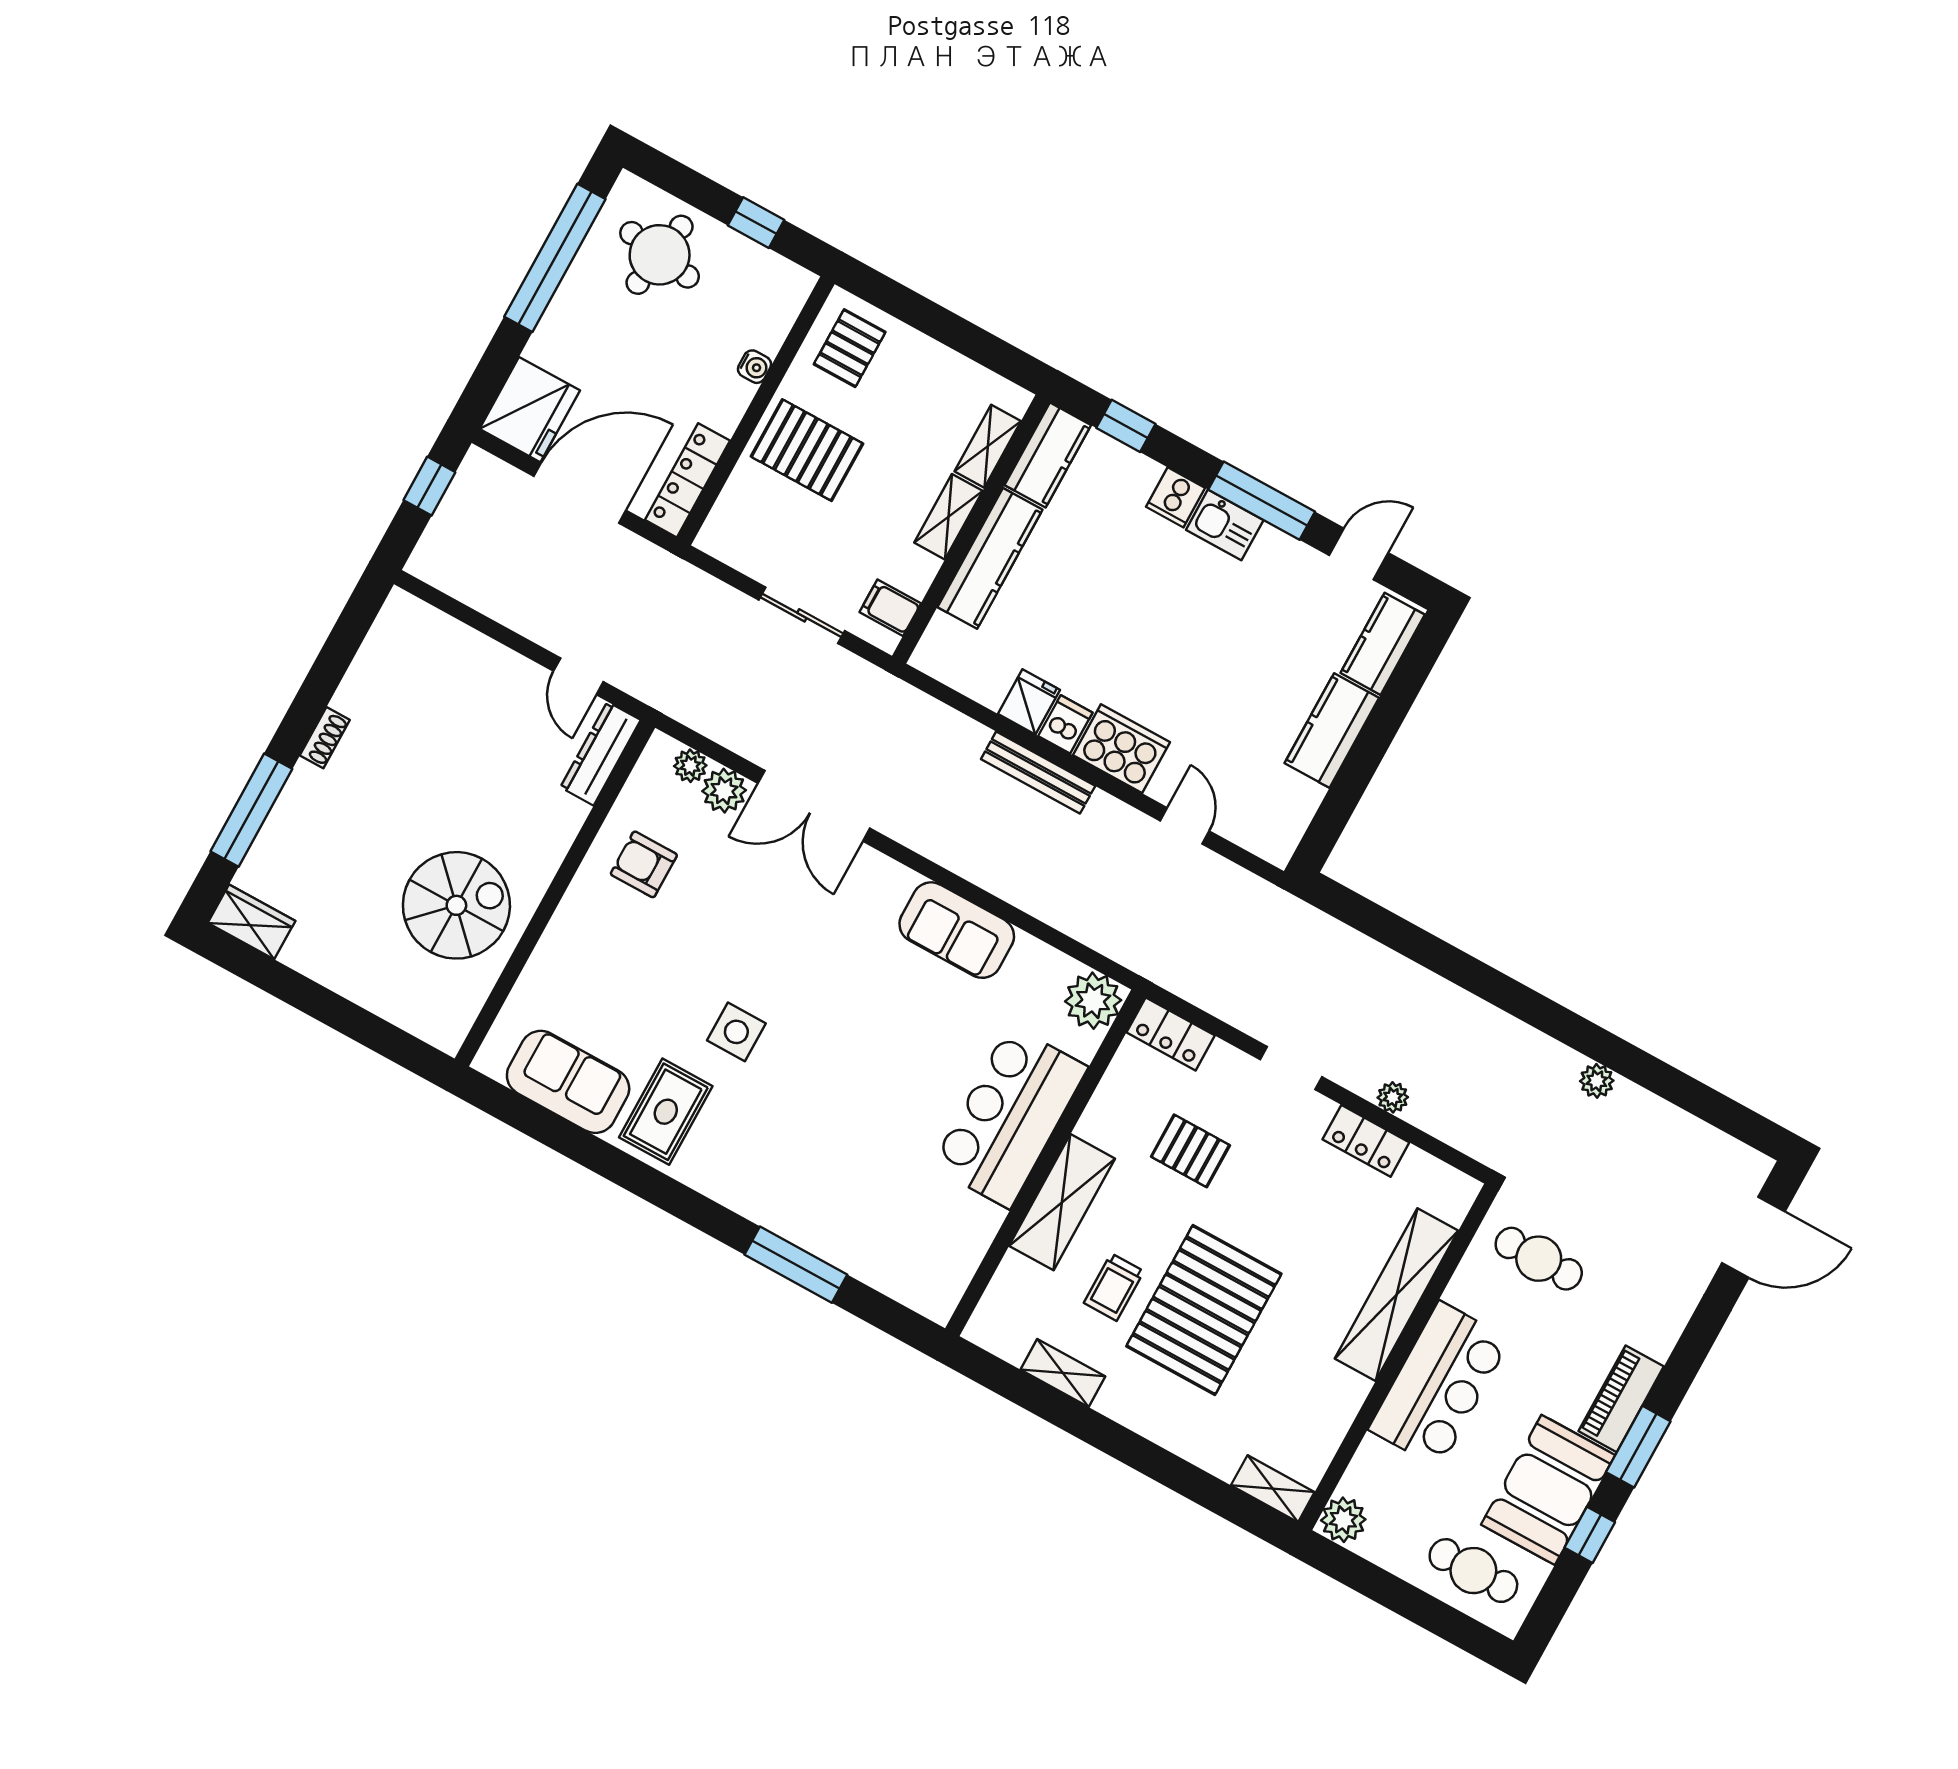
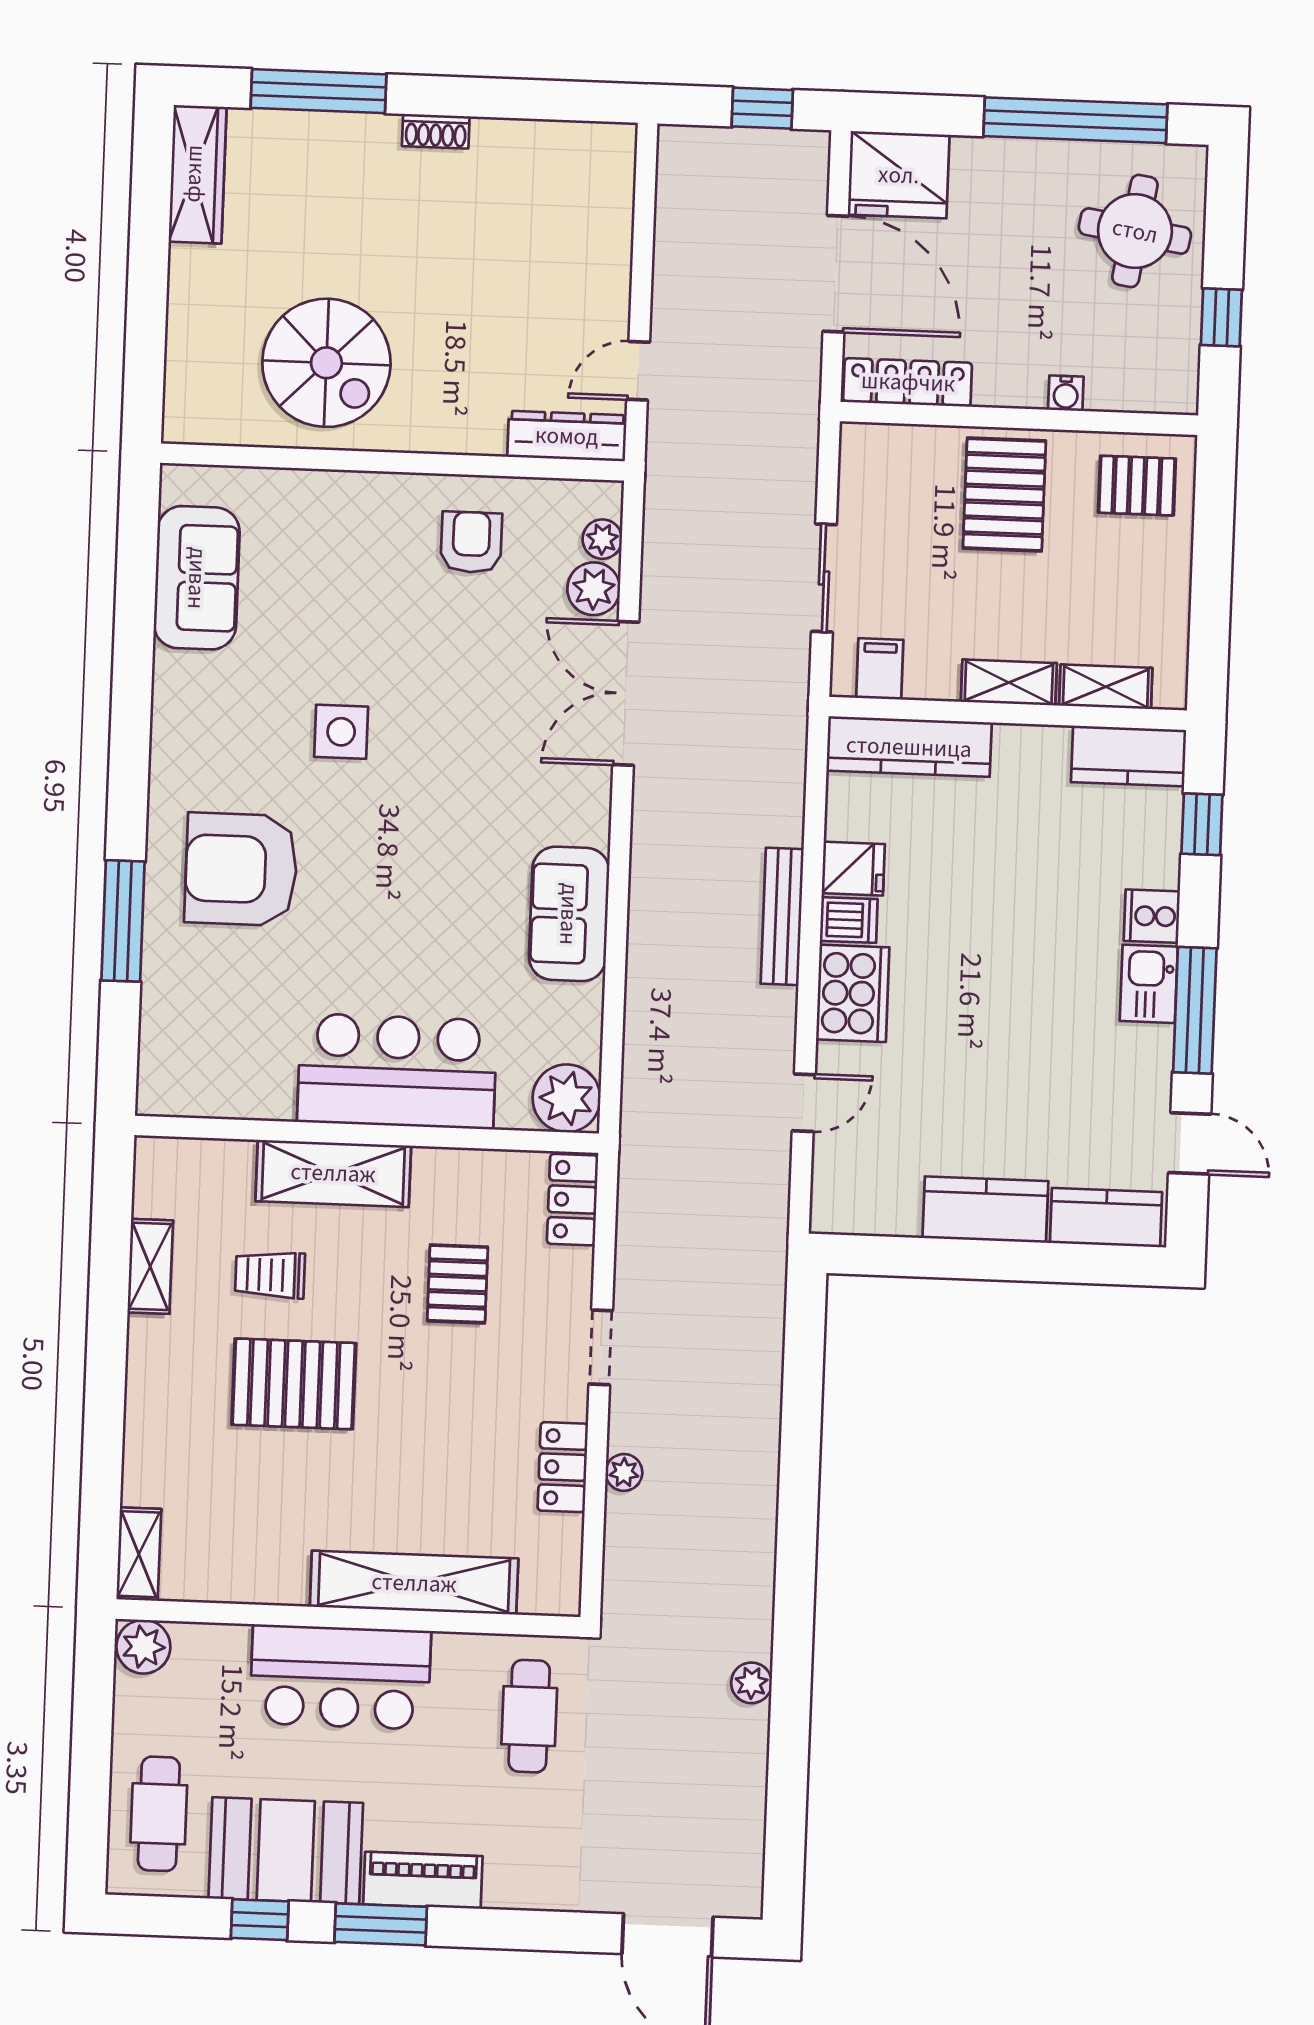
kitchen counter: (990, 558) -> (909, 747), moved
wardrobe: (252, 922) -> (197, 174), width x1.50
rug: (666, 1112) -> (217, 699), removed
armchair: (801, 1157) -> (241, 869), added
pallet: (1204, 1310) -> (294, 1384), width x0.73, depth x0.71

